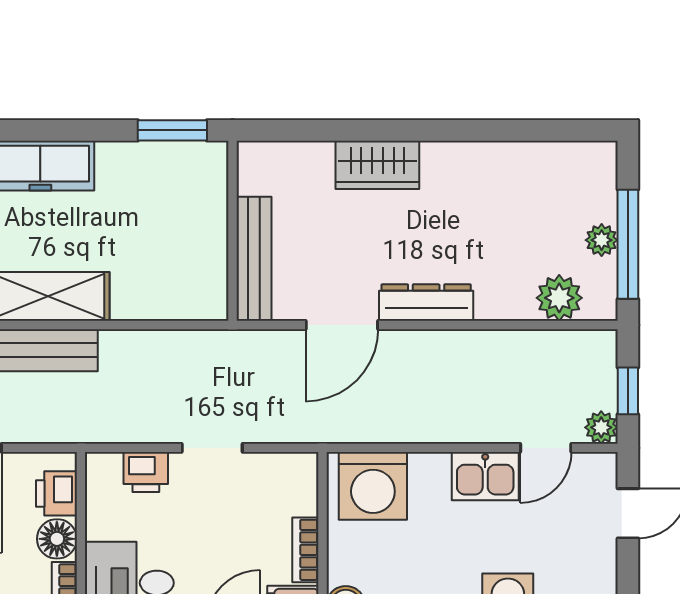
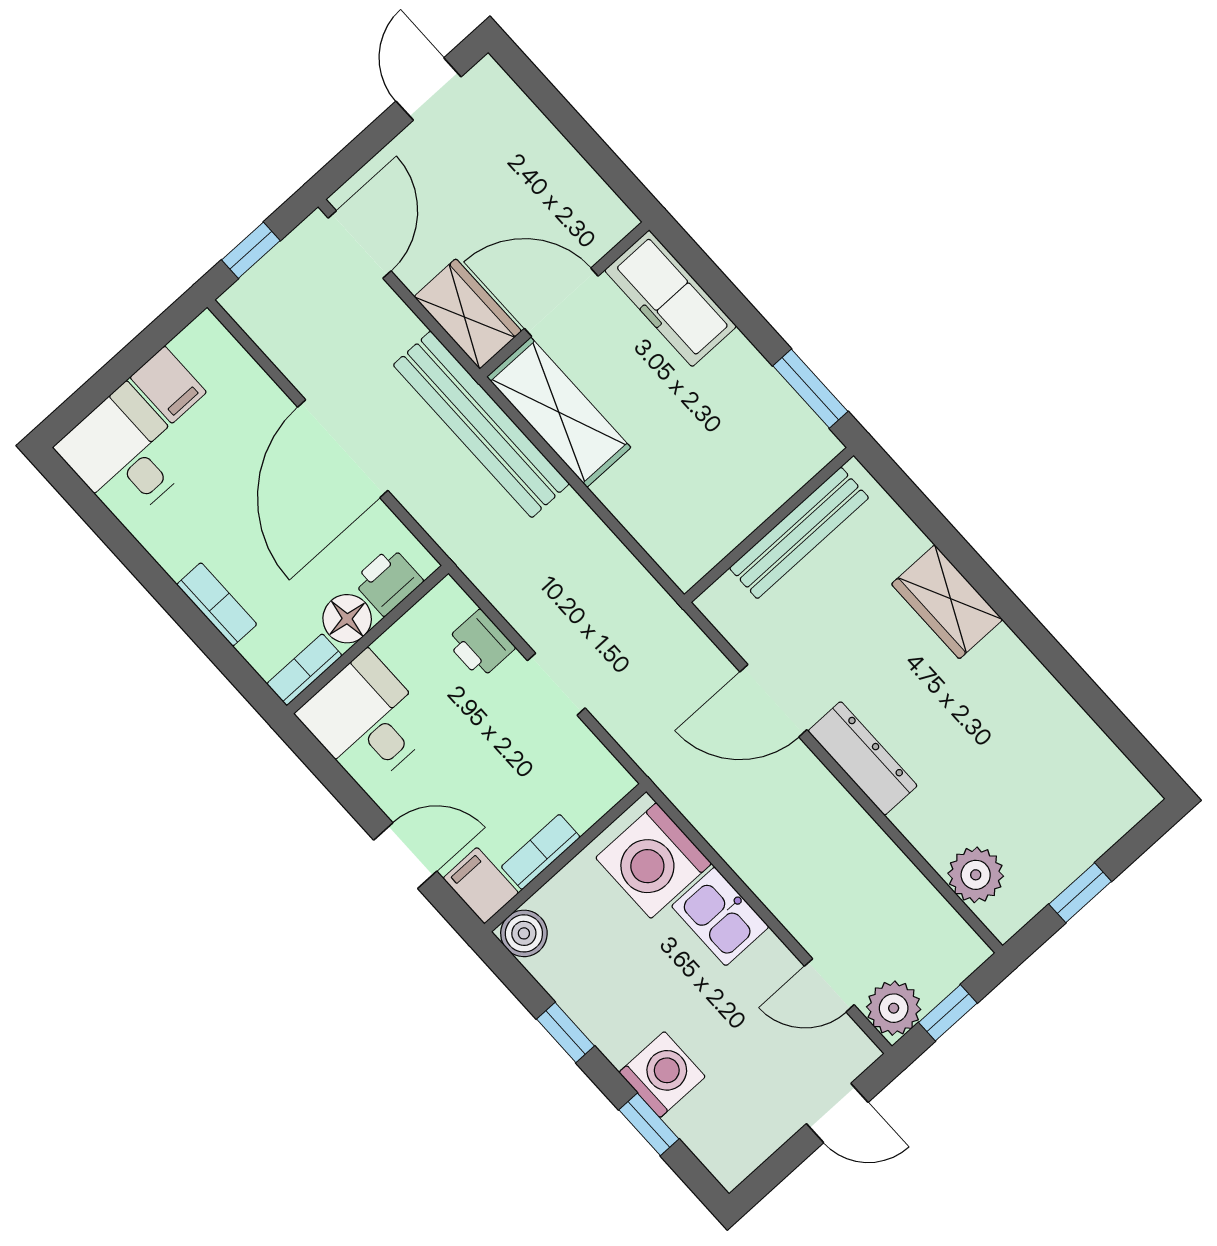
plant: (602, 240) -> (1062, 866), removed
window: (628, 244) -> (1080, 893), width x0.46
bench: (254, 259) -> (799, 533), moved
plant: (601, 427) -> (894, 1008), width x1.38, depth x1.38
kitchen sink: (485, 476) -> (720, 916), moved

